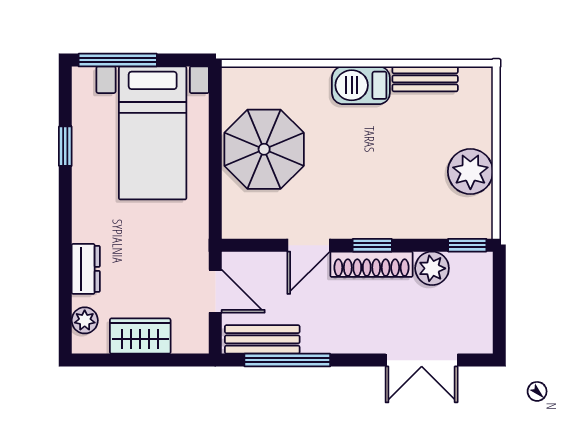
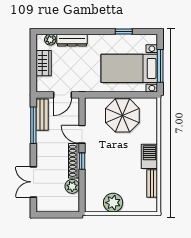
window: (118, 60) -> (160, 66), moved
window: (467, 245) -> (82, 201), removed
dresser: (86, 269) -> (72, 40), width x1.44

